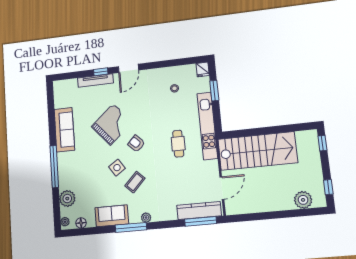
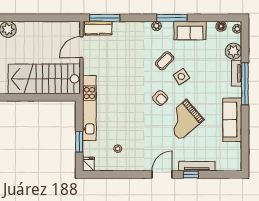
cafe table: (178, 144) -> (119, 94), removed
tv unit: (63, 176) -> (237, 73), added
kitchen counter: (199, 211) -> (98, 28), width x0.67

